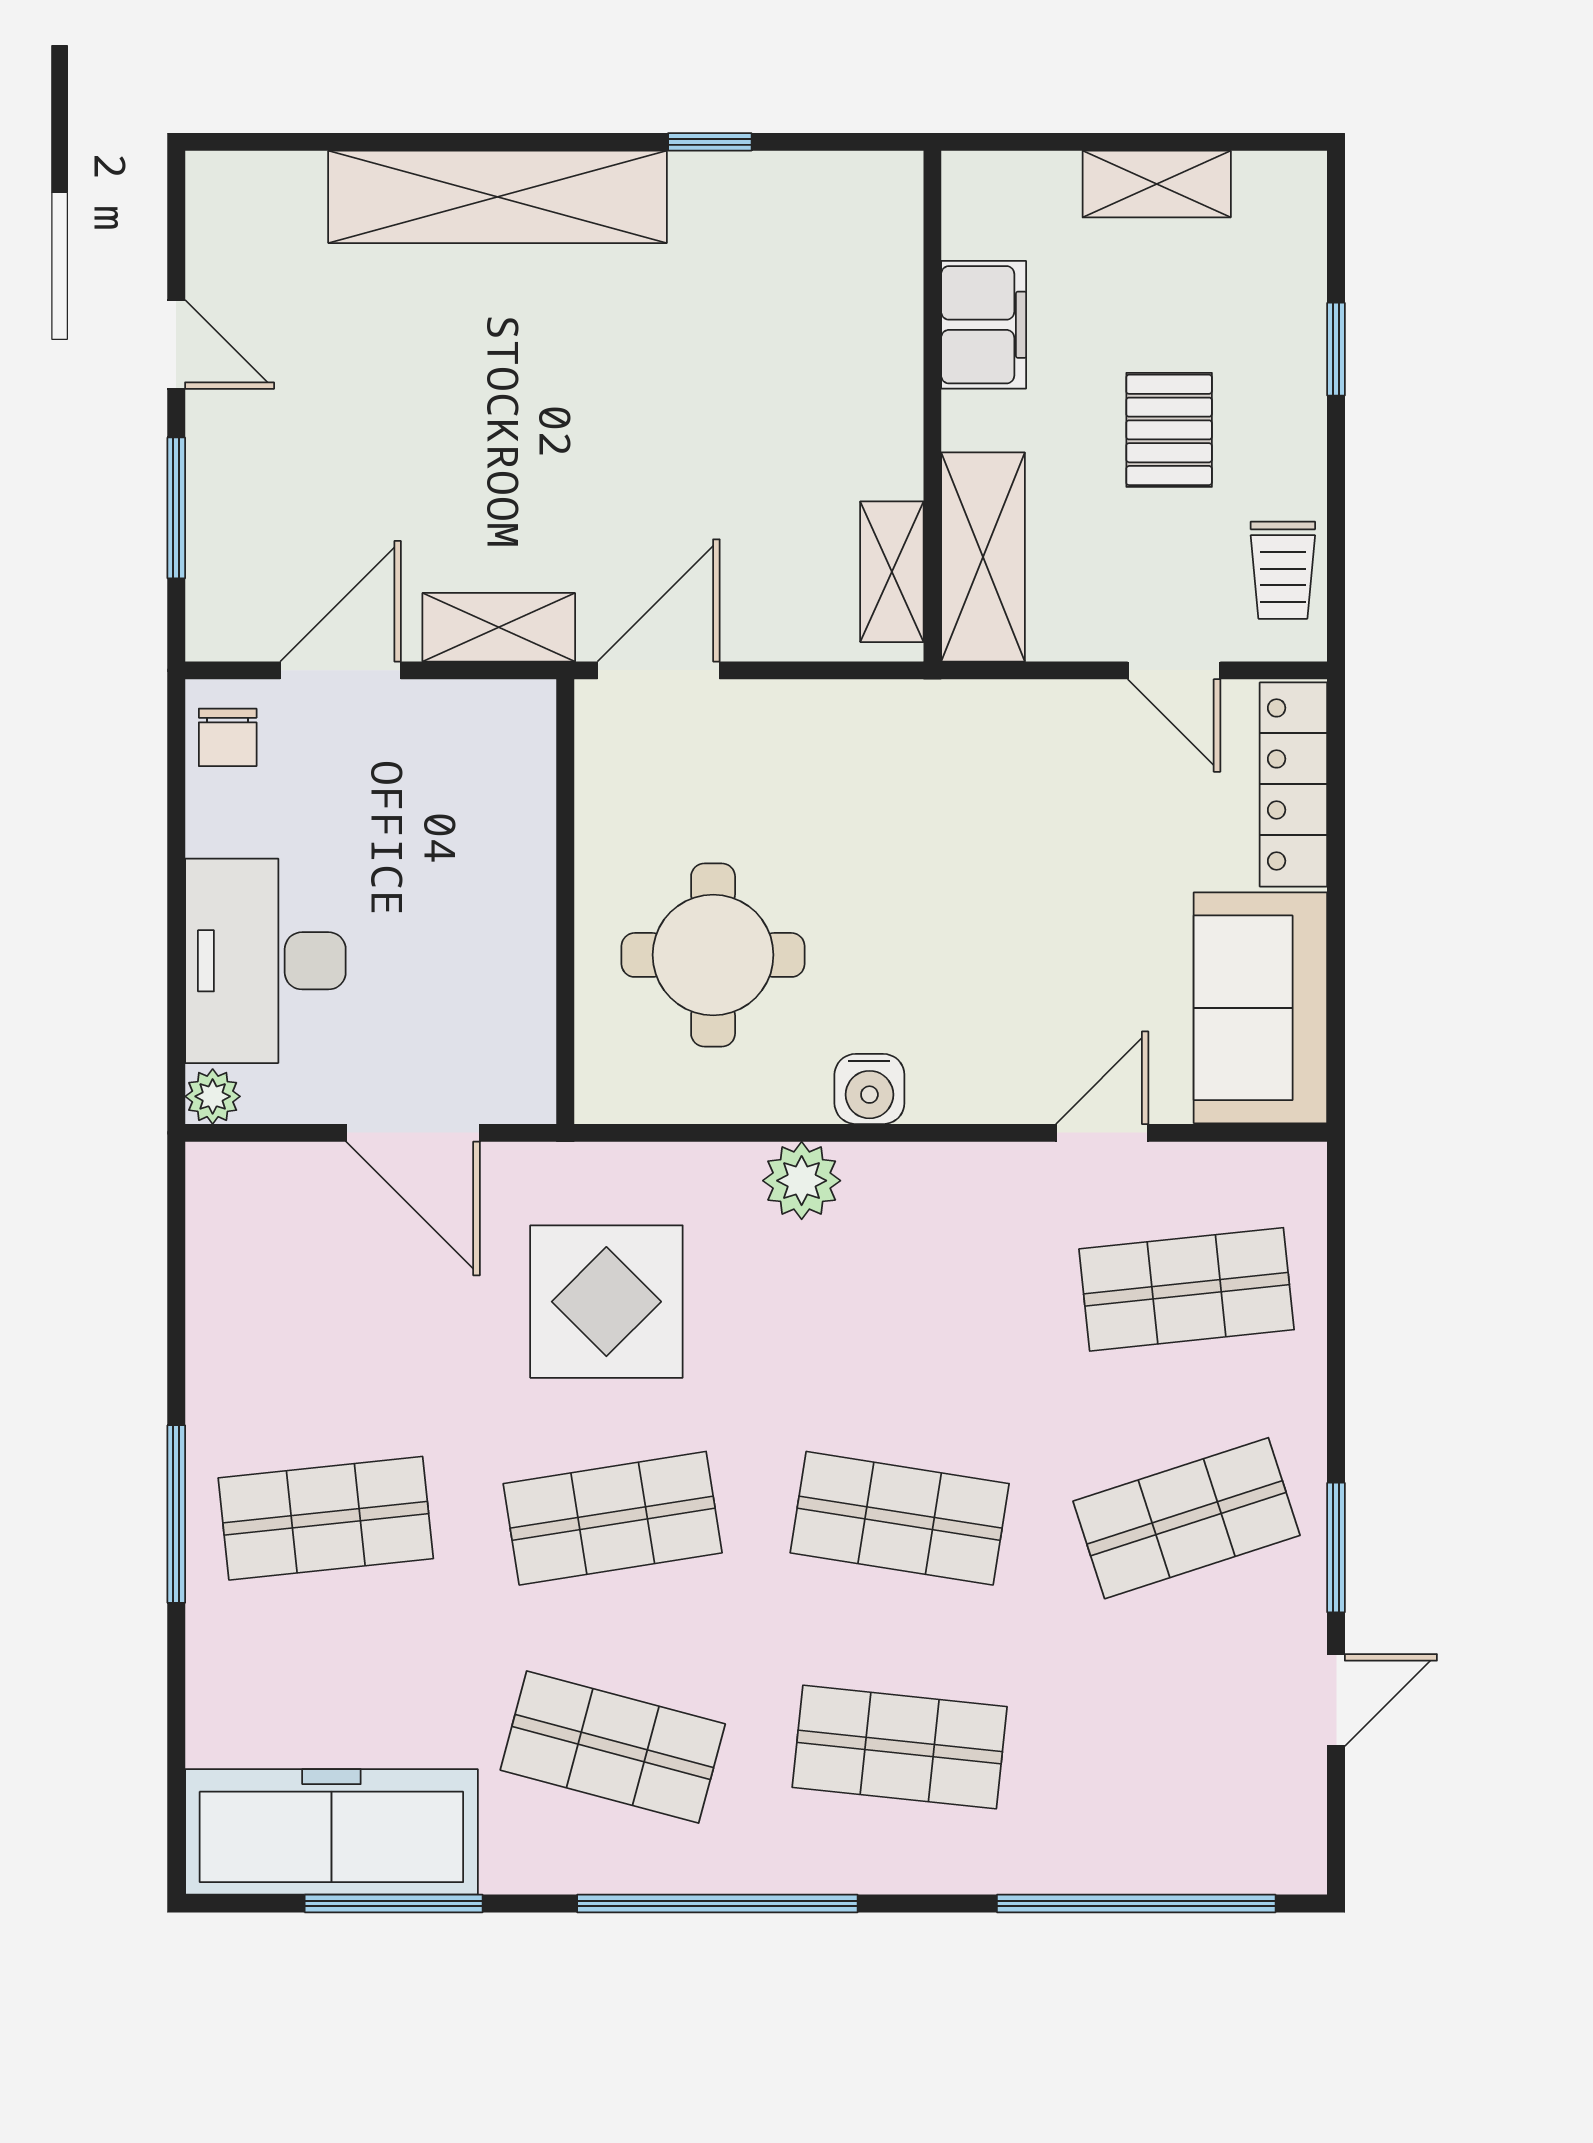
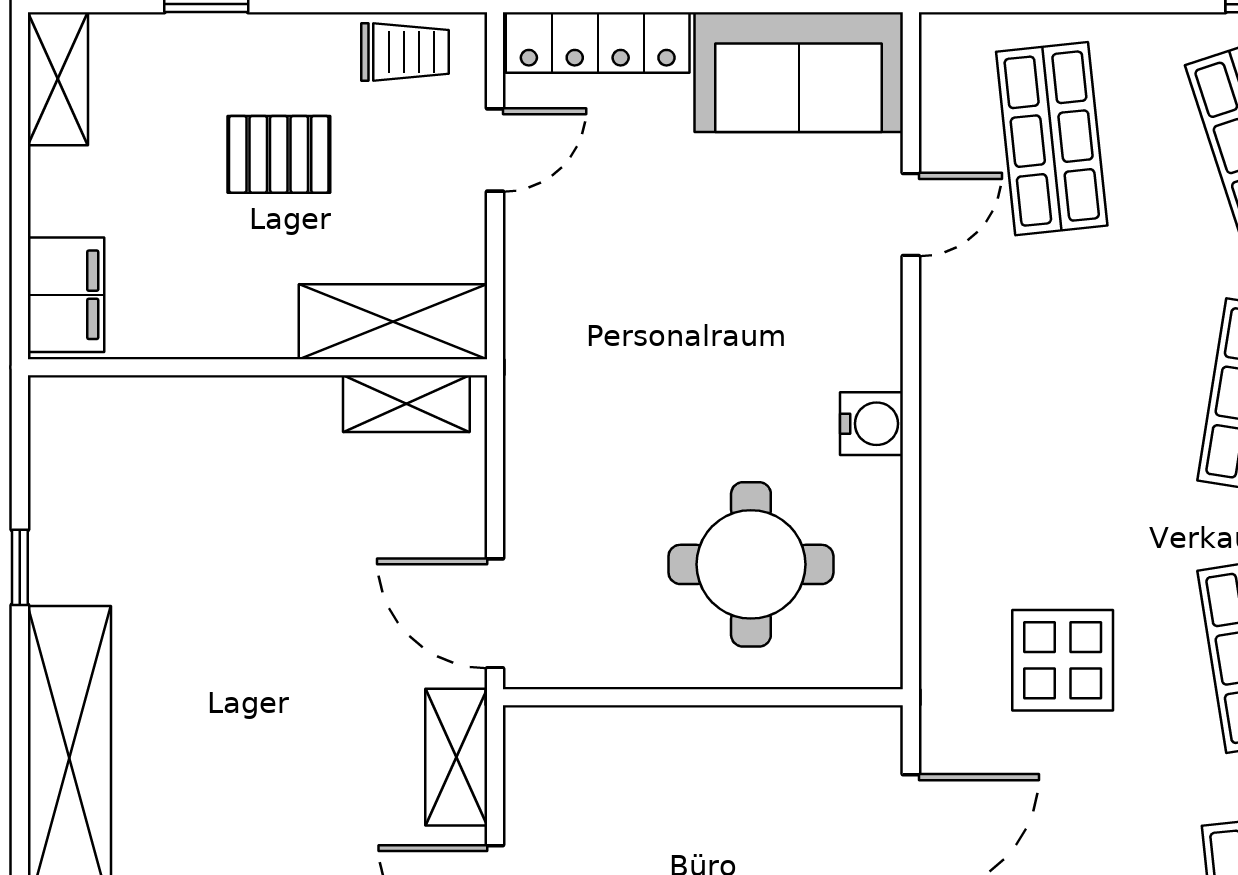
shelving: (1157, 184) -> (58, 79), moved
filing cabinet: (984, 325) -> (66, 295), moved, turned 90
door: (1102, 1133) -> (911, 215), swing flipped
plant: (802, 1181) -> (954, 485), removed
display table: (606, 1302) -> (1063, 660), width x0.73, depth x0.73

